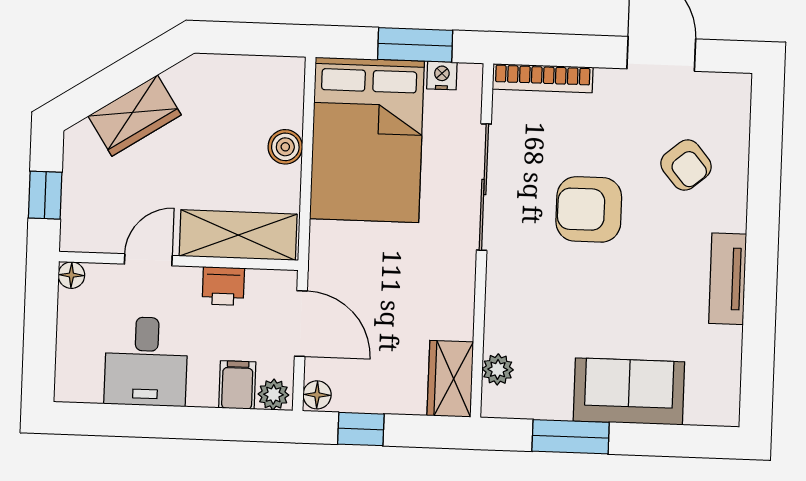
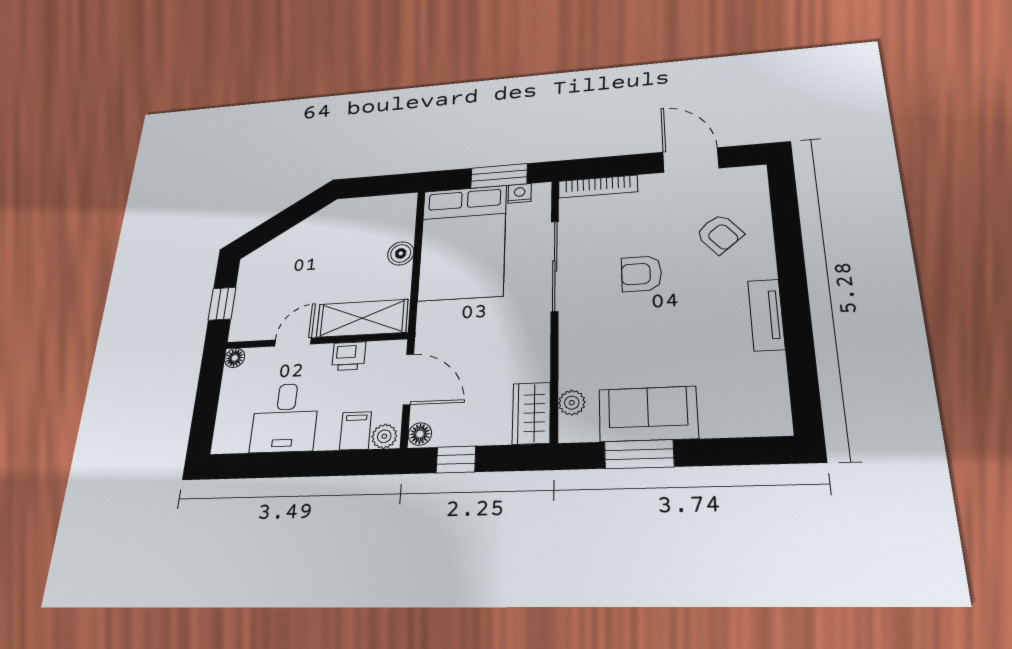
wardrobe: (135, 115) -> (292, 244), removed
armchair: (589, 209) -> (641, 274), width x0.72, depth x0.72
sofa: (629, 391) -> (648, 414), moved

